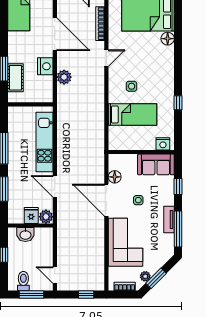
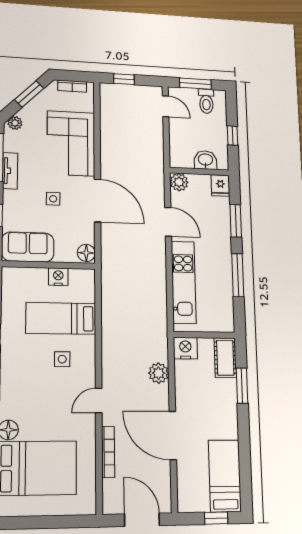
nightstand: (45, 66) -> (185, 348), moved, turned 90
cot: (15, 78) -> (225, 358), moved
nightstand: (163, 144) -> (58, 277), moved
floor lamp: (115, 177) -> (86, 253), moved
fridge: (31, 215) -> (220, 185), moved
plant: (145, 276) -> (15, 123), moved

